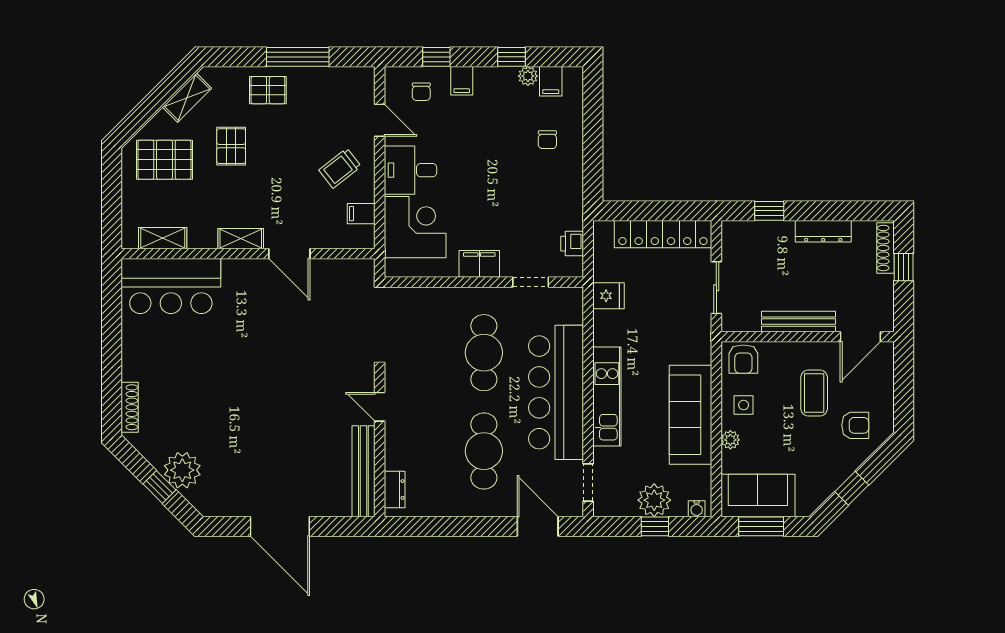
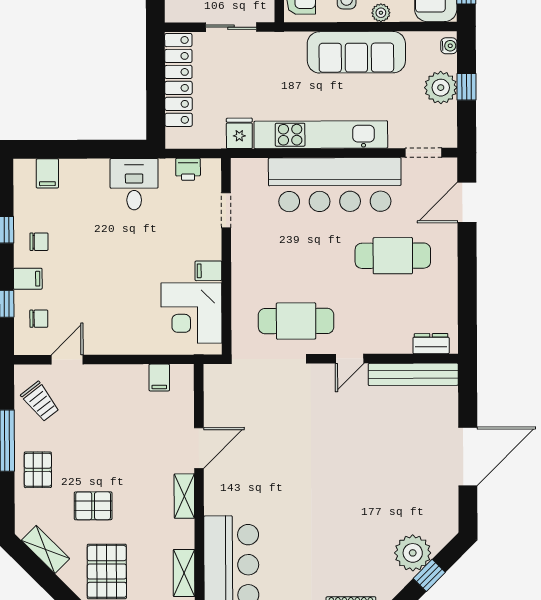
plant: (528, 76) -> (23, 214), removed
filing cabinet: (551, 81) -> (47, 173), moved, turned 90
chair: (547, 140) -> (39, 242), moved
trolley: (340, 168) -> (40, 402), moved
desk: (410, 170) -> (134, 184), moved, turned 180
corner desk: (415, 227) -> (192, 313), moved, turned -90
filing cabinet: (479, 264) -> (208, 271), width x0.50
cafe table: (484, 353) -> (296, 321), moved
kitchen unit: (607, 396) -> (321, 135), width x1.36

